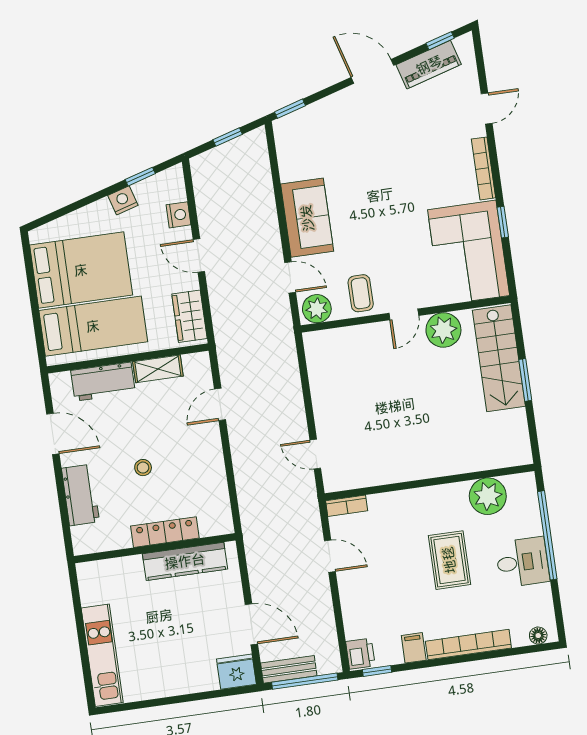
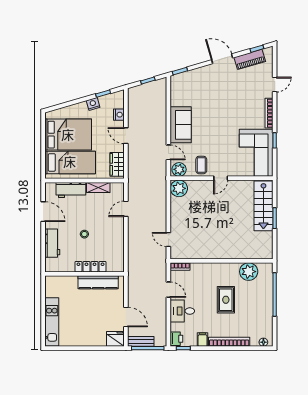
plant: (443, 330) -> (179, 188), moved
desk: (522, 562) -> (182, 311), moved, turned 180

